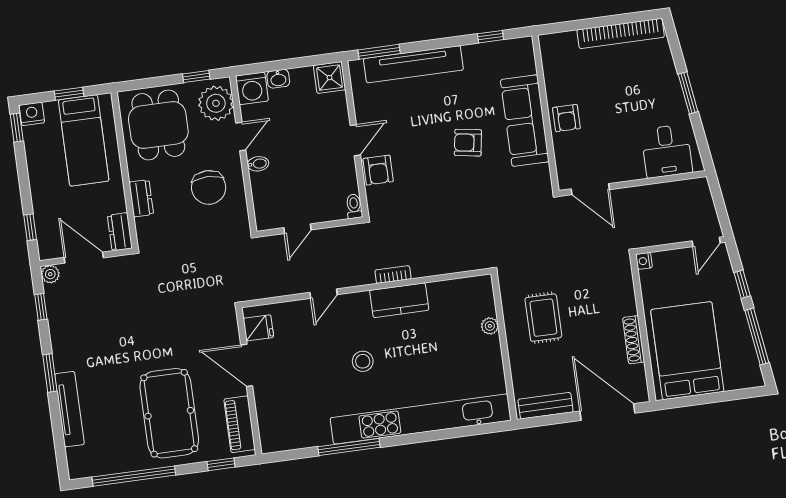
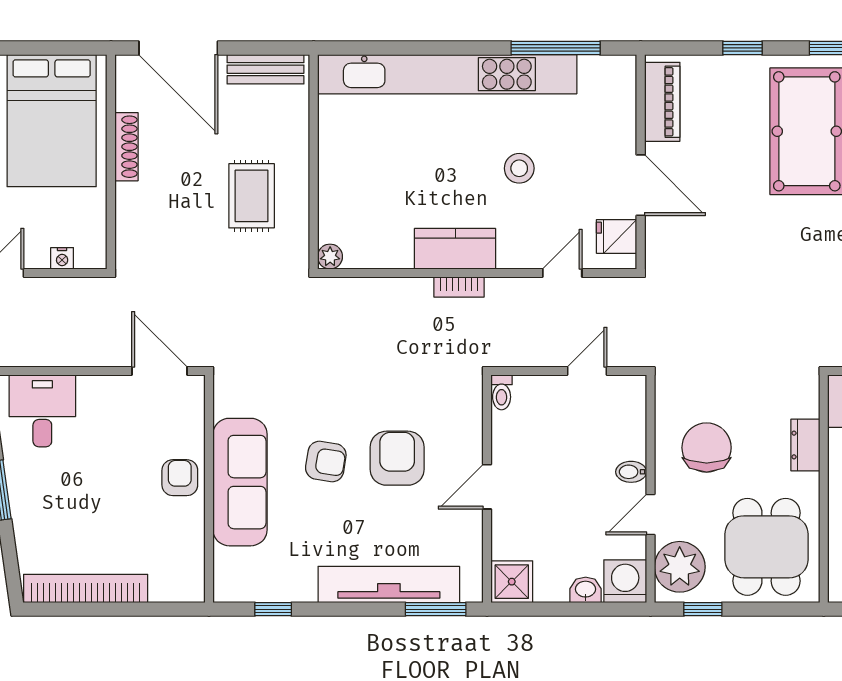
armchair: (378, 170) -> (397, 458), moved, width x1.38, depth x1.38
nightstand: (644, 261) -> (62, 258), moved, turned 90
plant: (490, 326) -> (330, 257), moved
fridge: (258, 328) -> (617, 236), moved
door: (247, 365) -> (641, 185), moved
wall: (249, 381) -> (641, 162), moved
piano: (240, 424) -> (662, 102), moved

